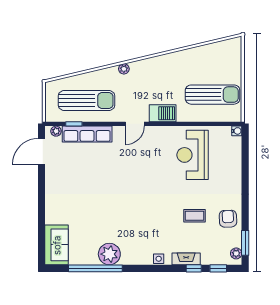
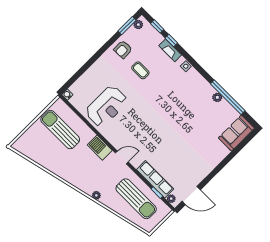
sun lounger: (86, 101) -> (136, 199), turned 180
plant: (109, 254) -> (217, 97), width x0.53, depth x0.53

